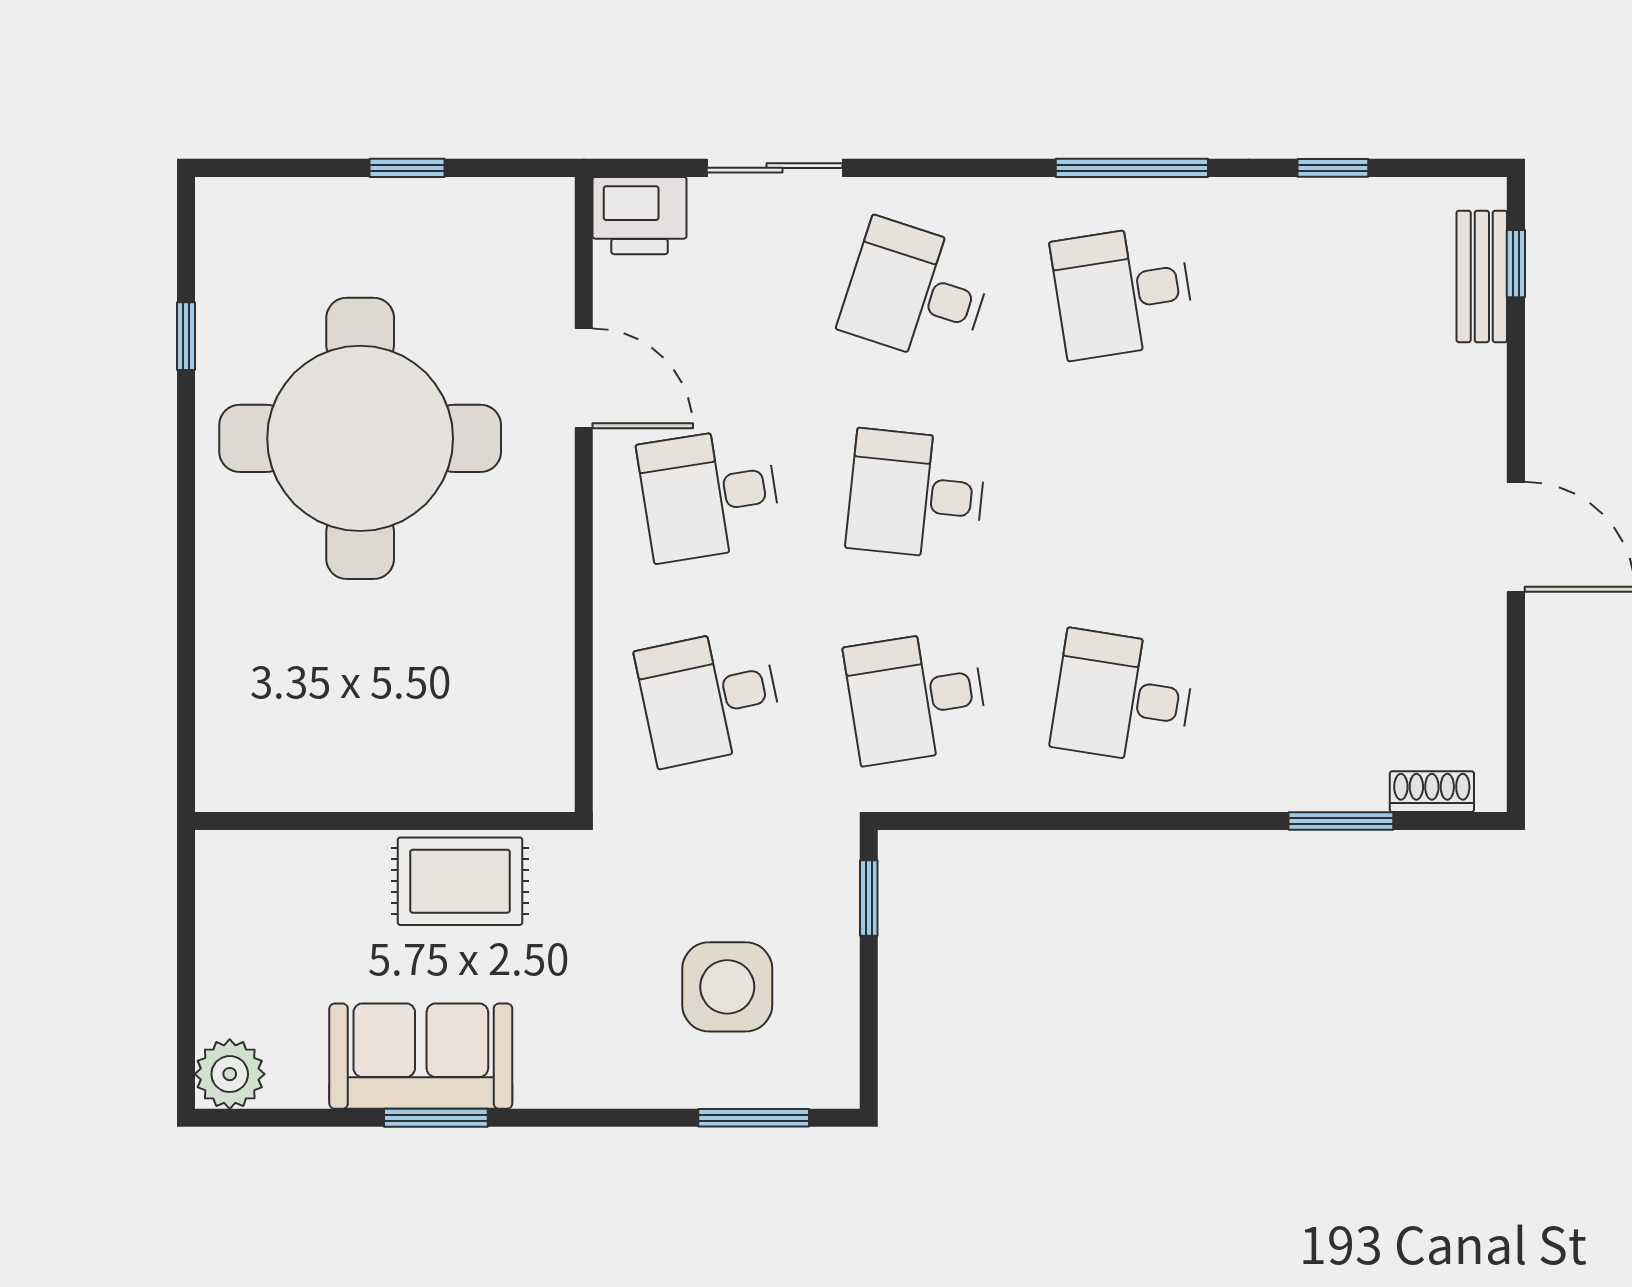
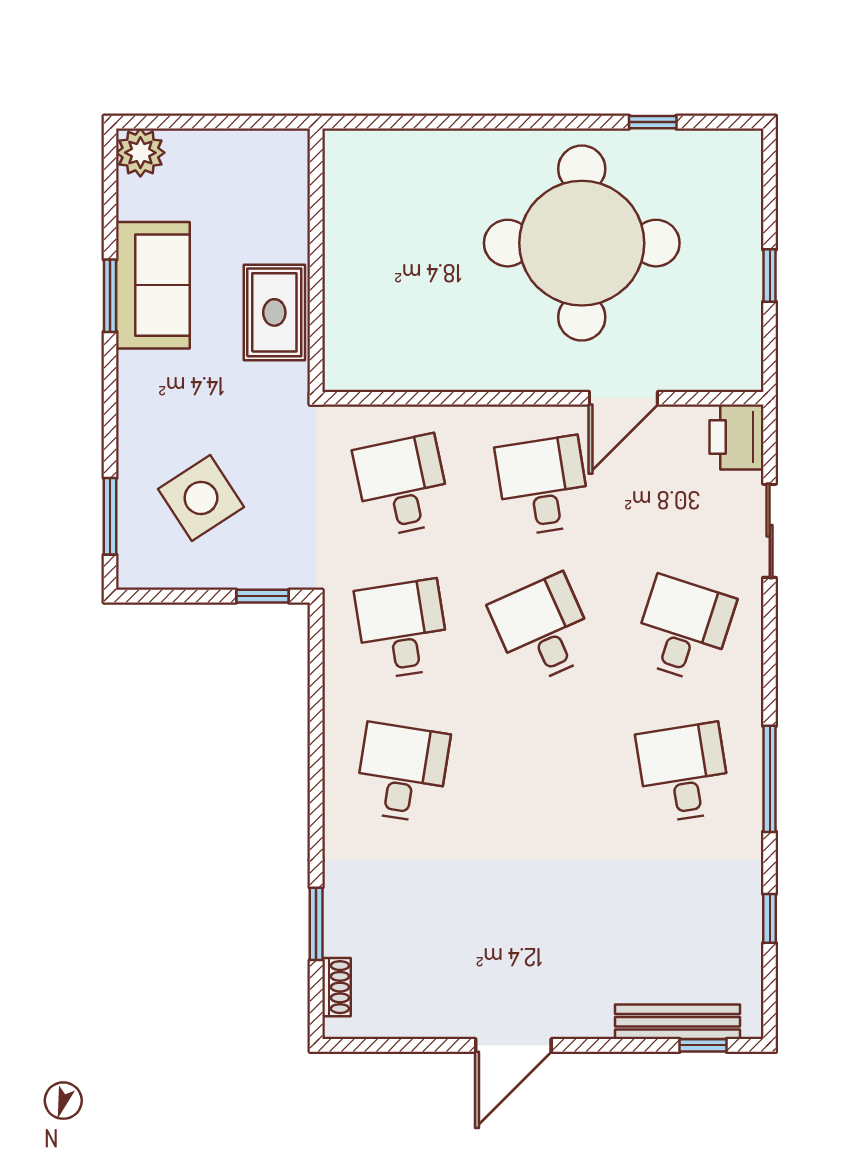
bench: (1482, 276) -> (678, 1022), width x1.36
desk: (916, 494) -> (543, 629), turned -30
side table: (727, 987) -> (201, 498), turned -33

